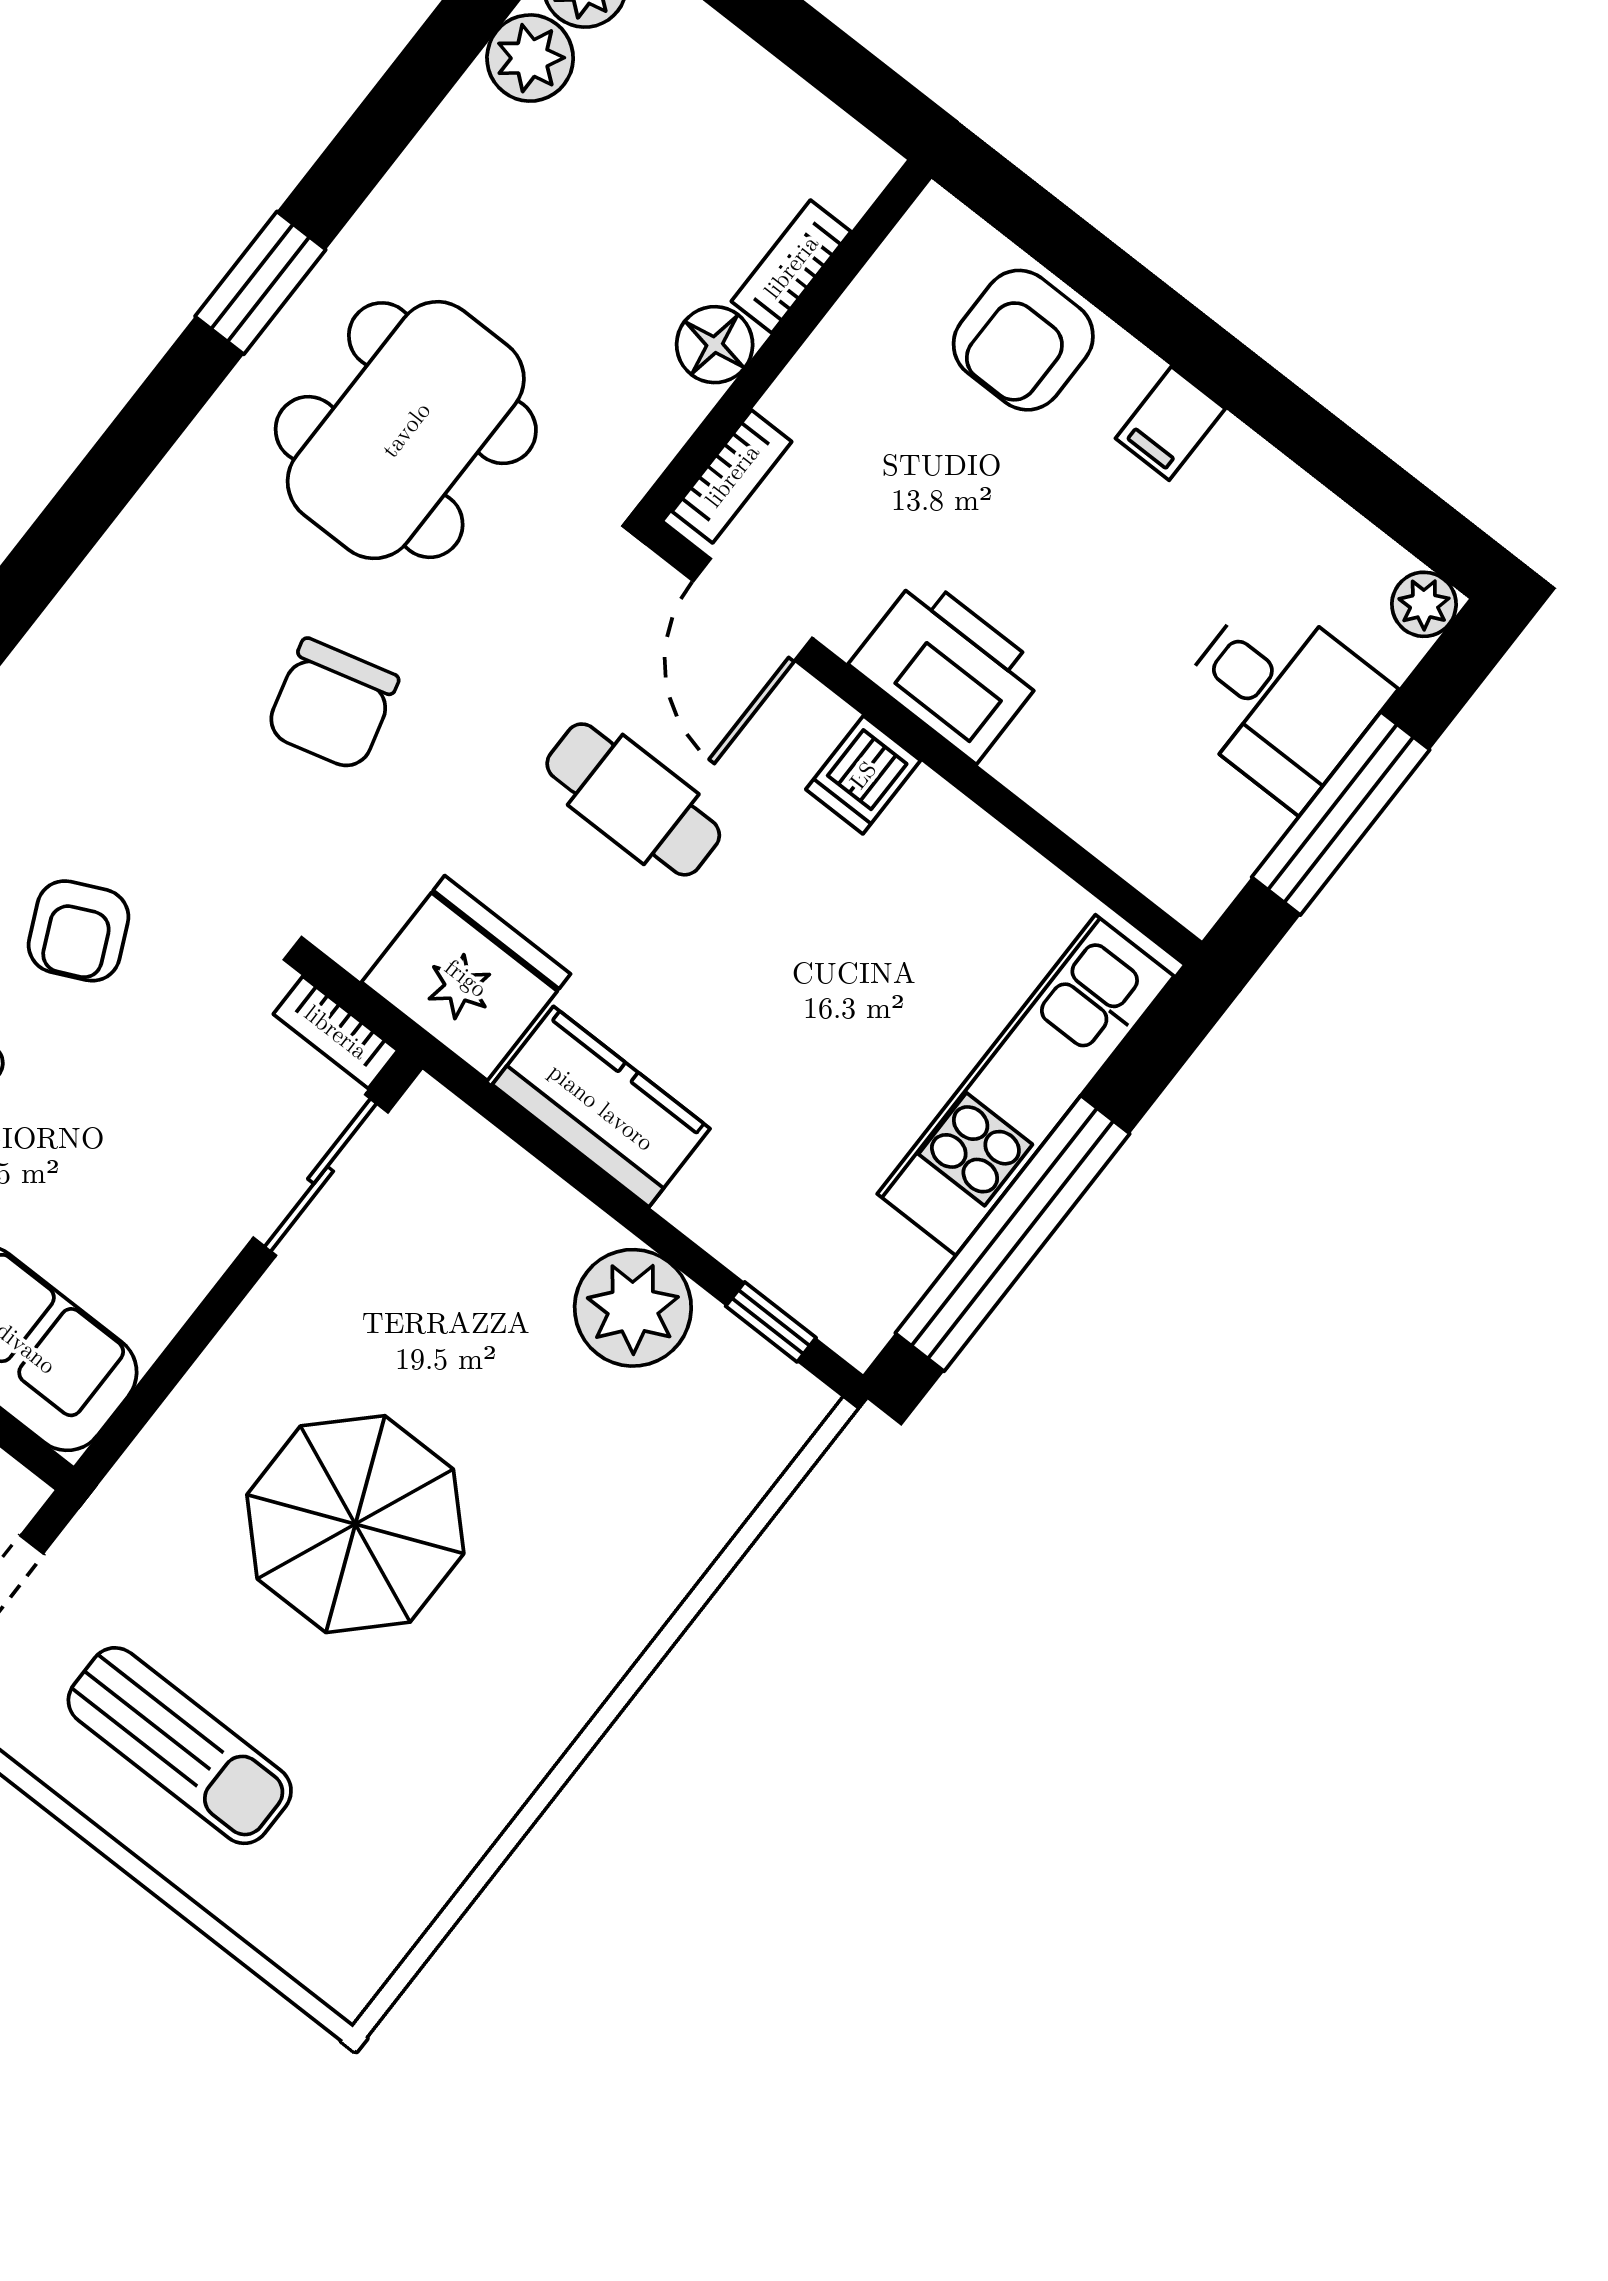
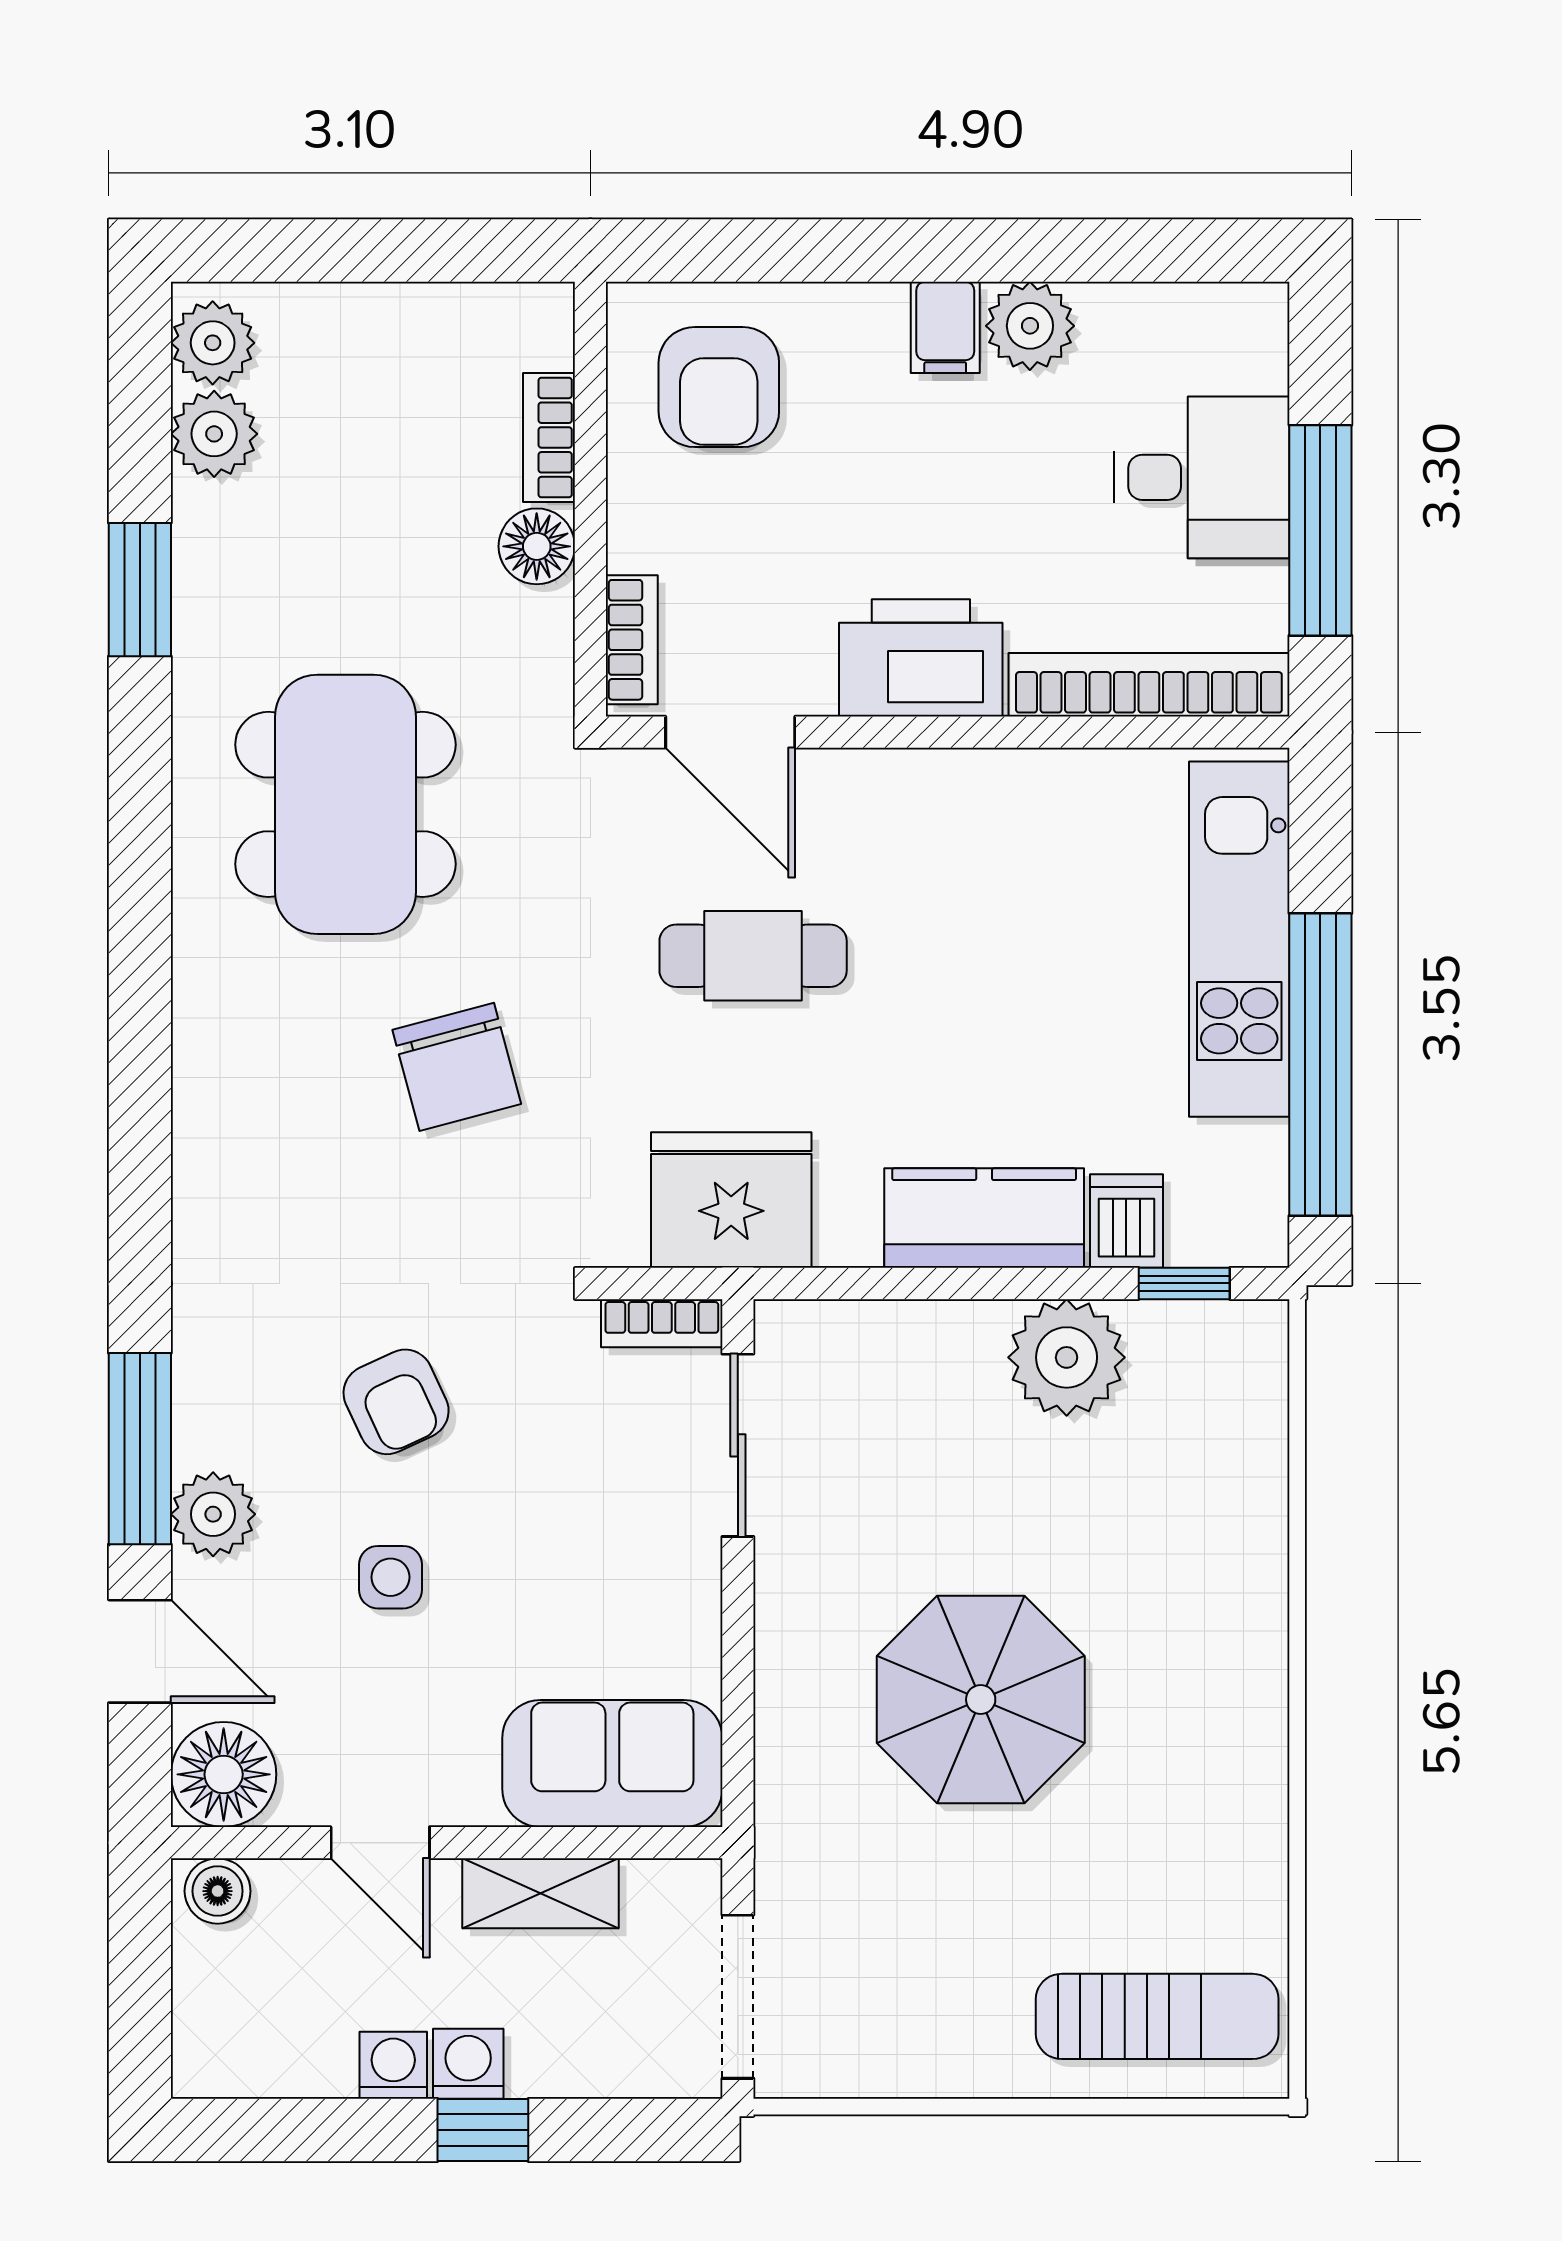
window: (260, 283) -> (140, 590), moved
armchair: (1023, 340) -> (719, 387), moved
plant: (1424, 604) -> (1030, 326), moved, width x1.38, depth x1.38
dishwasher: (863, 775) -> (1126, 1221), moved, turned 180
bookcase: (1111, 829) -> (1149, 685), added
kitchen counter: (601, 1107) -> (984, 1218), moved
sun lounger: (180, 1746) -> (1157, 2016), moved

